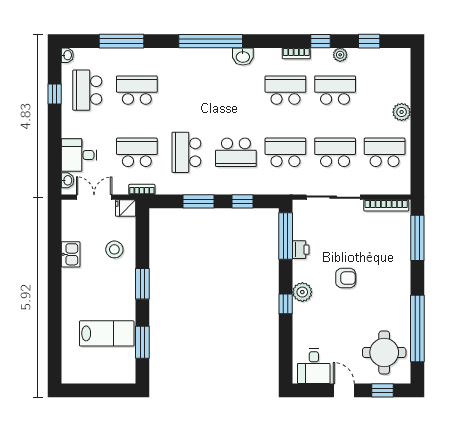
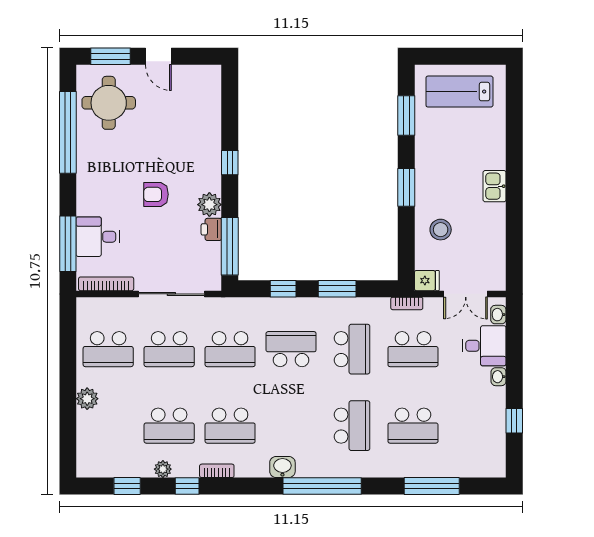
washbasin: (67, 55) -> (499, 377), moved
school desk: (87, 90) -> (352, 426), moved
kitchen sink: (71, 254) -> (495, 186), moved
plant: (302, 292) -> (209, 205), moved
lab bench: (107, 333) -> (459, 92), moved
desk: (314, 366) -> (98, 237), moved, turned -90
window: (383, 390) -> (111, 56), width x1.50

